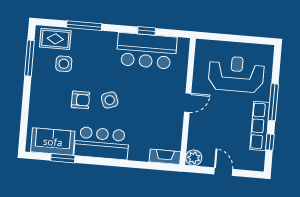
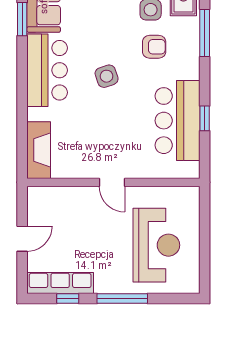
armchair: (81, 100) -> (154, 47), moved, turned -90
row of seats: (260, 126) -> (60, 283), moved
fireplace: (165, 157) -> (39, 150), width x1.37, depth x1.32
plant: (194, 158) -> (38, 197), removed

